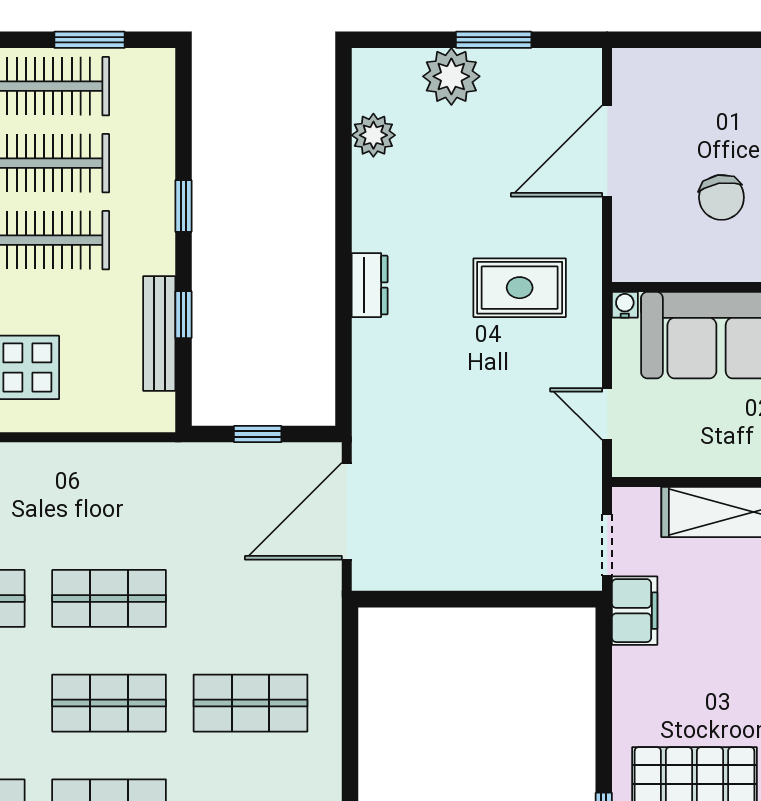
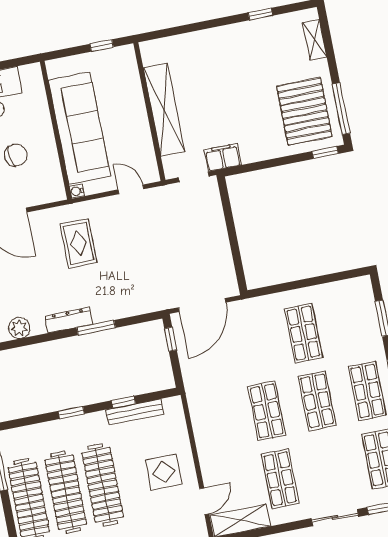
dresser: (370, 285) -> (69, 320), moved, width x1.44
window: (344, 289) -> (96, 328), added
door: (607, 414) -> (131, 189), swing flipped
window: (258, 434) -> (171, 339), moved
door: (347, 511) -> (202, 305), hinge flipped

